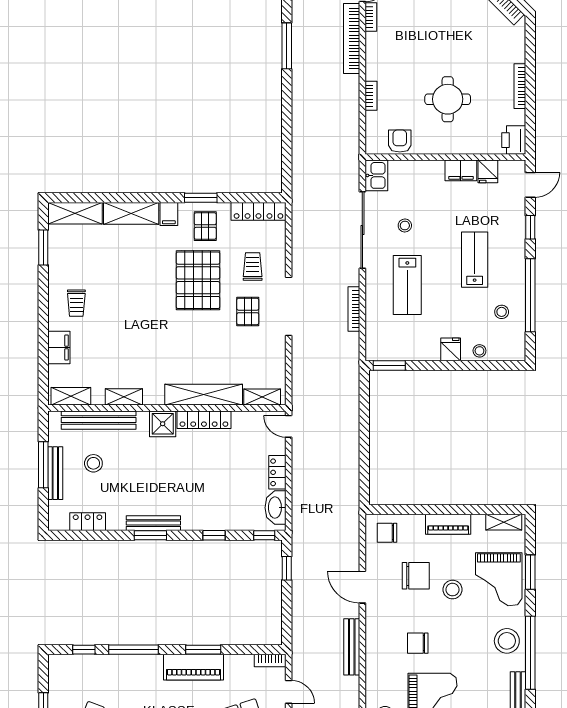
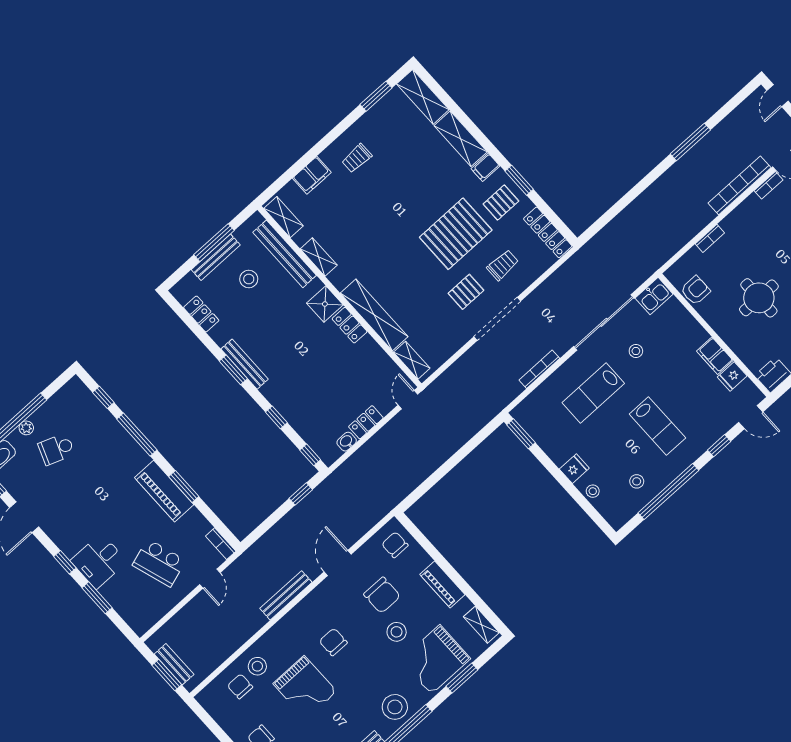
lab bench: (475, 260) -> (657, 426), turned 90
locker: (204, 420) -> (350, 325), width x0.66
washbasin: (276, 508) -> (347, 442), width x0.52, depth x0.69

